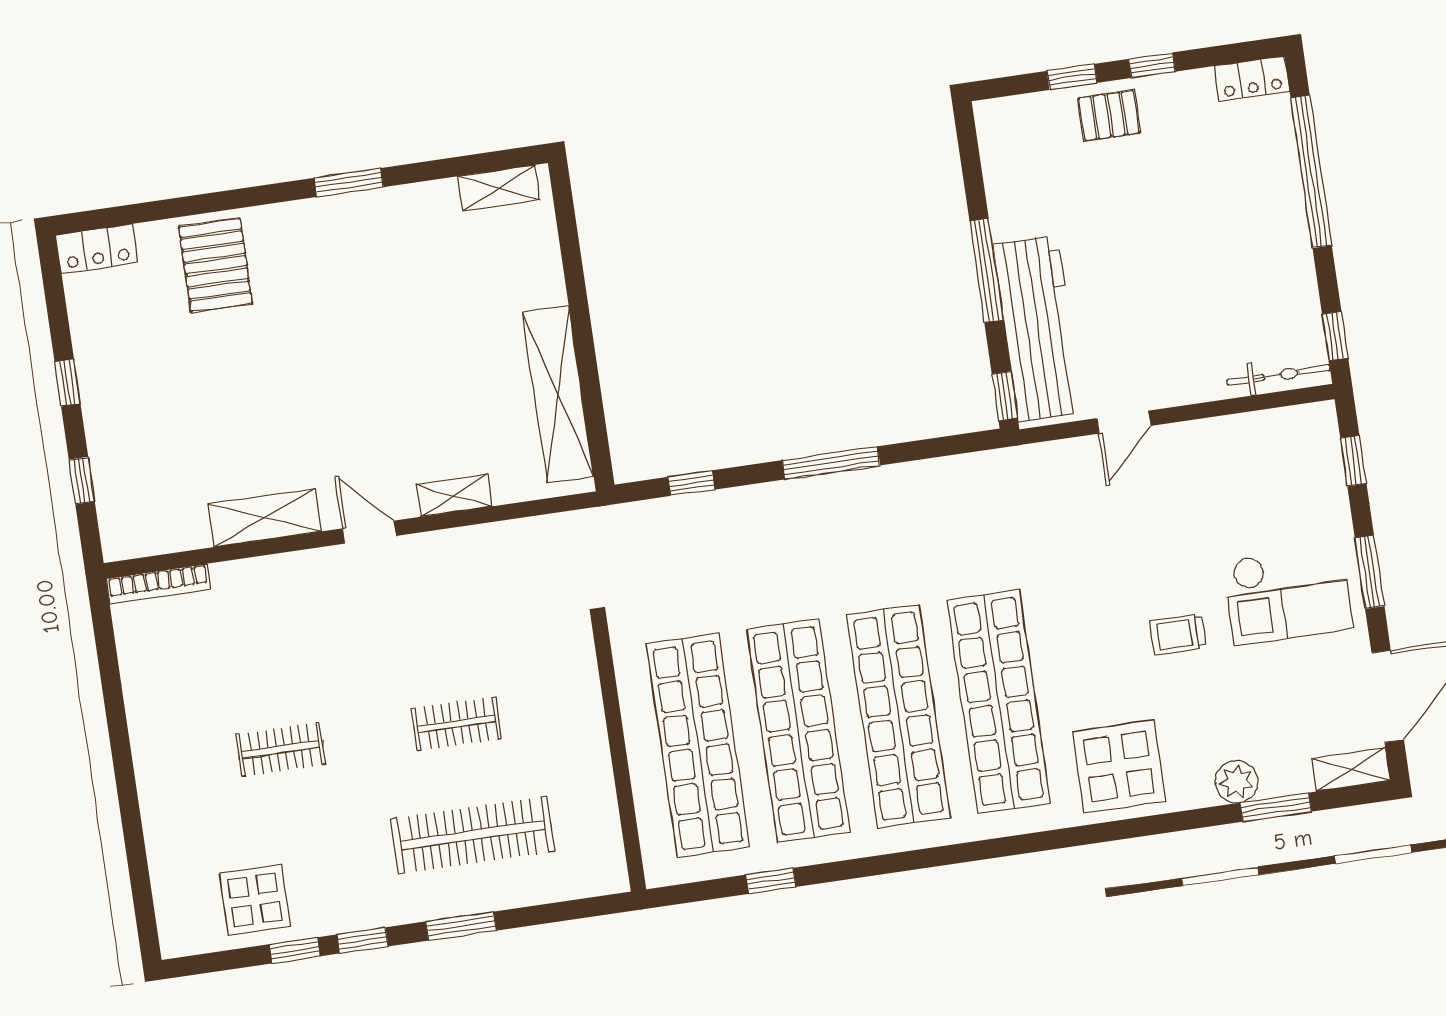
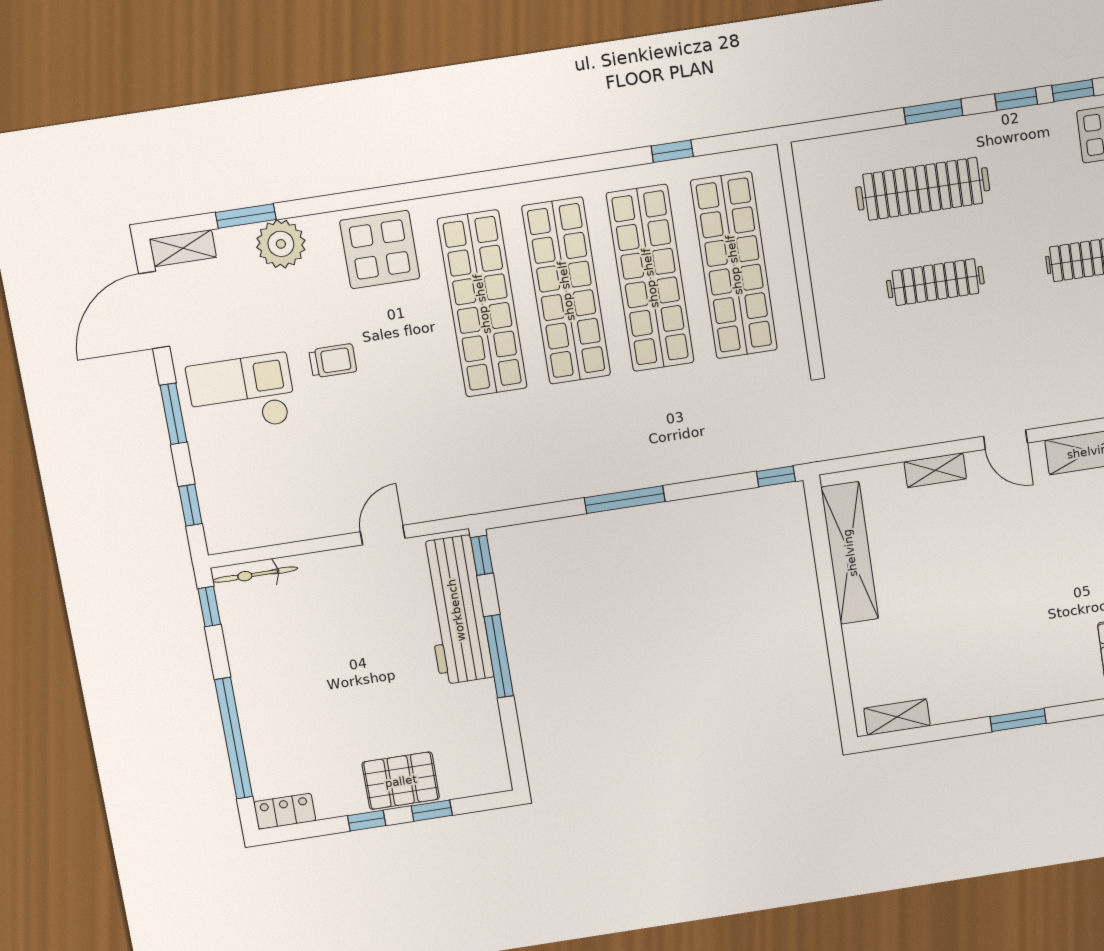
pallet: (1109, 116) -> (401, 781), width x1.50, depth x1.42
window: (691, 483) -> (776, 476), moved
clothes rail: (456, 724) -> (935, 282), width x1.36
plant: (1237, 782) -> (281, 244), width x1.36, depth x1.36

